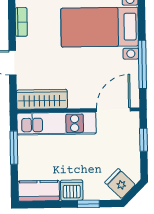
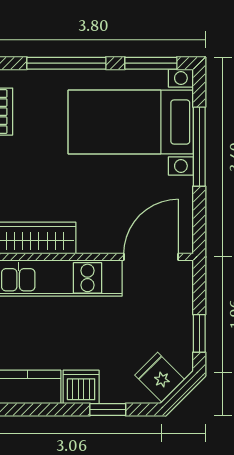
window: (142, 64) -> (199, 147), moved
window: (144, 140) -> (199, 333), moved

